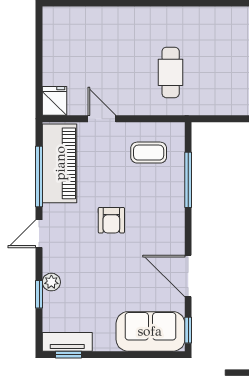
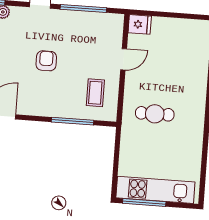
piano: (60, 163) -> (92, 25), removed
armchair: (111, 220) -> (46, 61), turned 90

